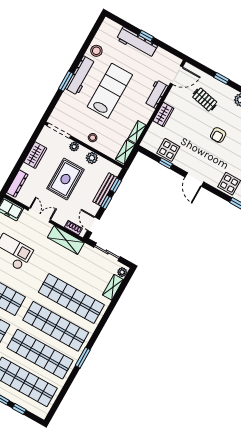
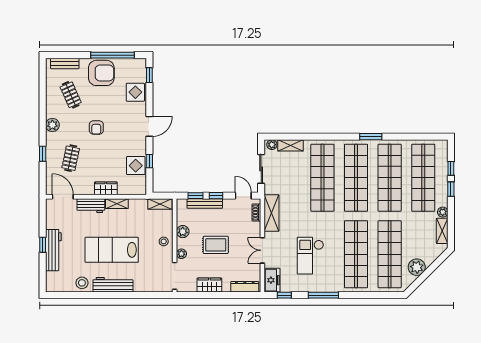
window: (66, 81) -> (126, 295), removed
shelving: (137, 132) -> (117, 204), moved
armchair: (218, 135) -> (96, 128), turned 90
rug: (65, 179) -> (216, 245), width x0.73, depth x0.70
door: (93, 225) -> (243, 196), swing flipped

